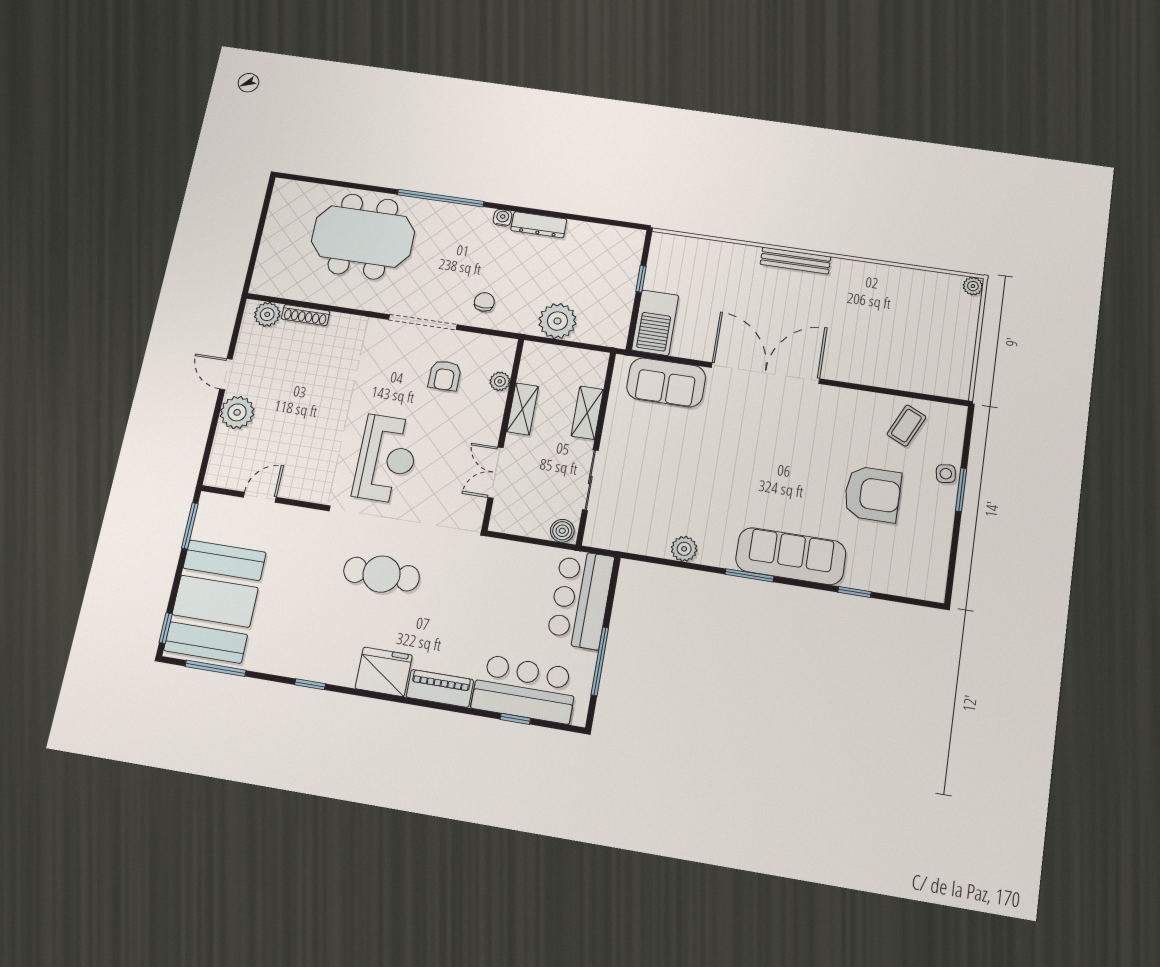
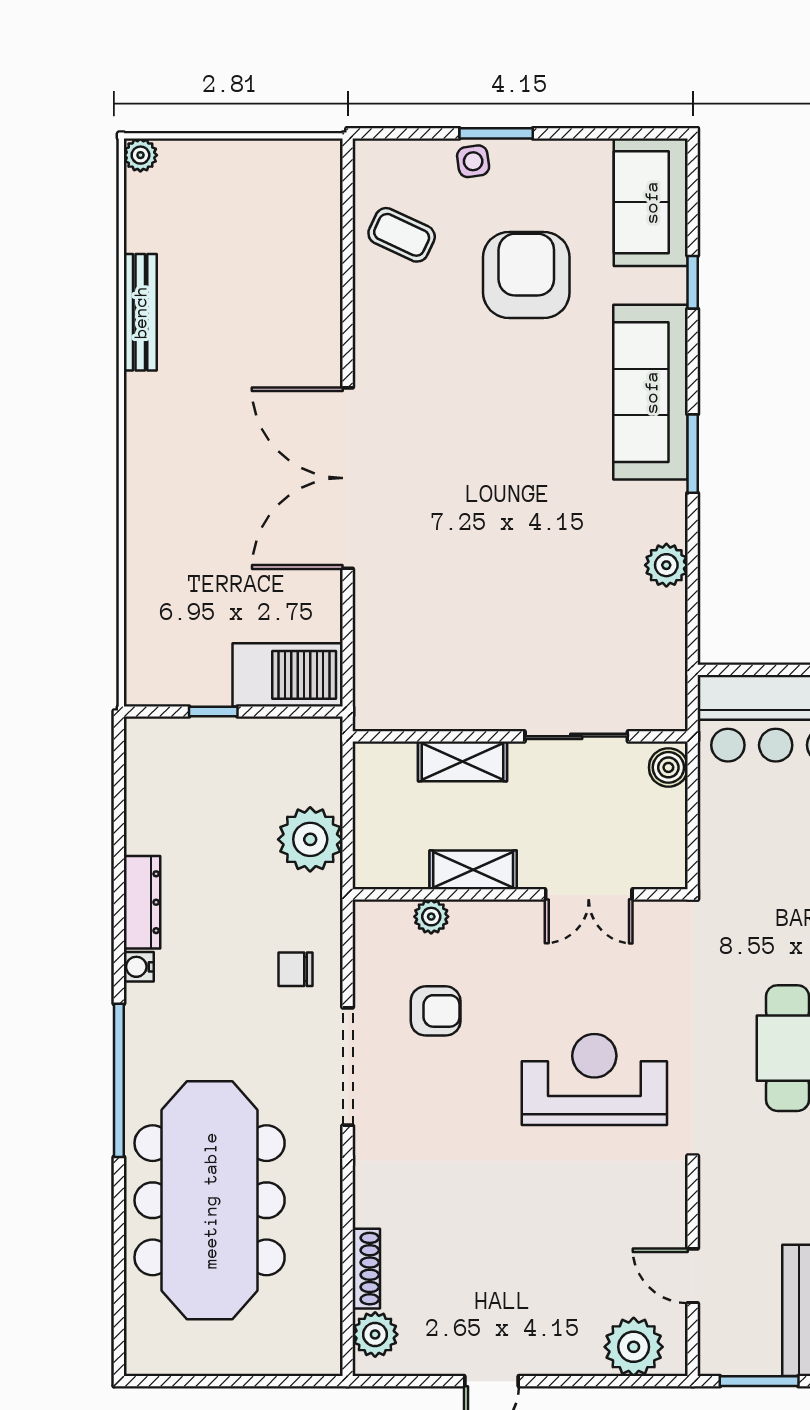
meeting table: (363, 236) -> (210, 1200), width x1.36
bench: (795, 261) -> (140, 312), moved
sofa: (666, 382) -> (651, 202), moved, turned 180
plant: (237, 412) -> (634, 1347), moved

